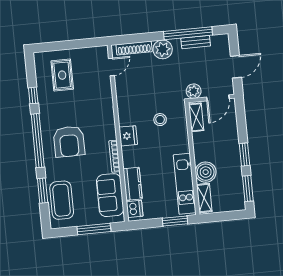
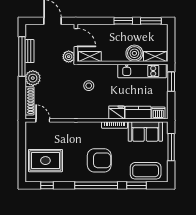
rug: (62, 75) -> (45, 161), width x1.36, depth x1.43
window: (33, 95) -> (47, 185), moved
fridge: (128, 136) -> (117, 112), moved

